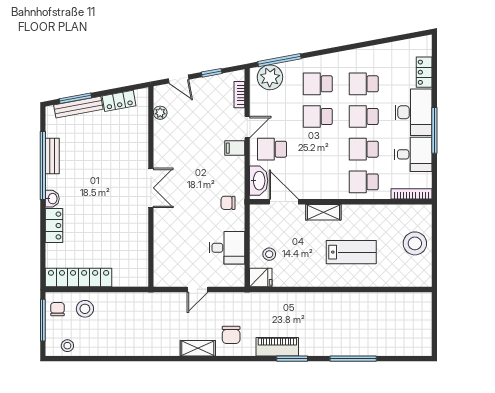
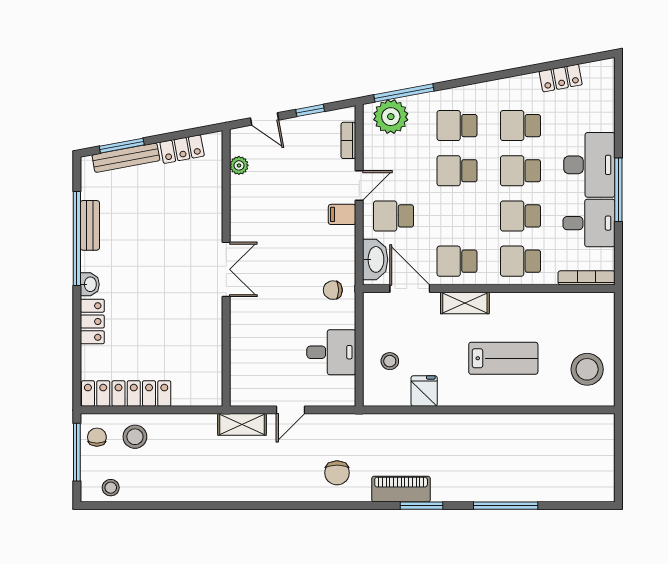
locker: (424, 72) -> (561, 78), moved, turned -101
school desk: (318, 182) -> (457, 261), added
stool: (415, 243) -> (587, 369), moved
fridge: (261, 278) -> (424, 391), moved, turned -90
shelving: (198, 348) -> (242, 424), moved

